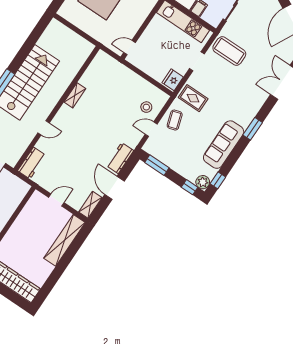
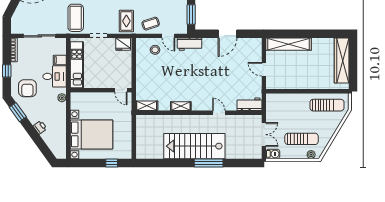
workbench: (120, 158) -> (190, 44), moved
shelving: (90, 205) -> (147, 106), moved

